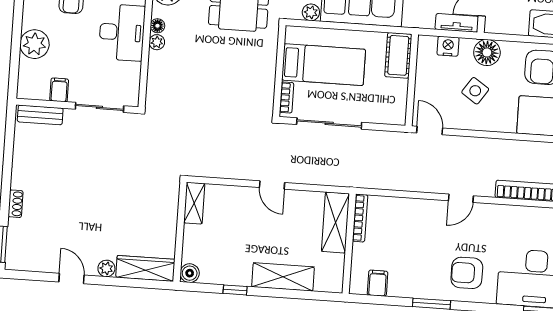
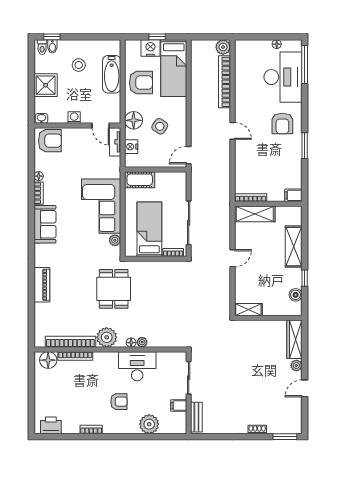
boiler: (190, 273) -> (296, 295), moved
filing cabinet: (378, 283) -> (293, 195), moved

